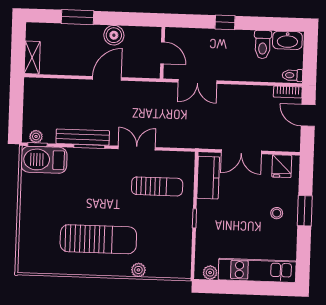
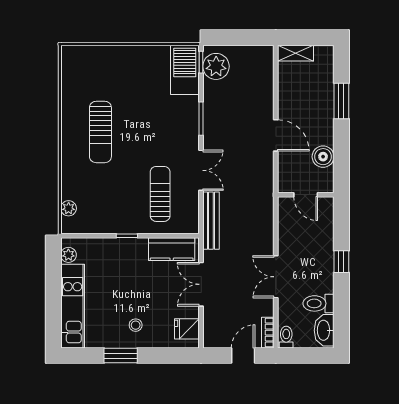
boiler: (114, 35) -> (323, 157), moved
door: (162, 53) -> (306, 195), hinge flipped
double door: (197, 81) -> (276, 277), moved
plant: (36, 136) -> (216, 66), width x1.87, depth x1.87
bench: (83, 137) -> (211, 221), moved
sun lounger: (157, 186) -> (160, 194), turned 180
window: (305, 211) -> (121, 356), moved
sun lounger: (98, 239) -> (100, 132), width x0.73, depth x0.75
plant: (138, 270) -> (69, 208), moved

